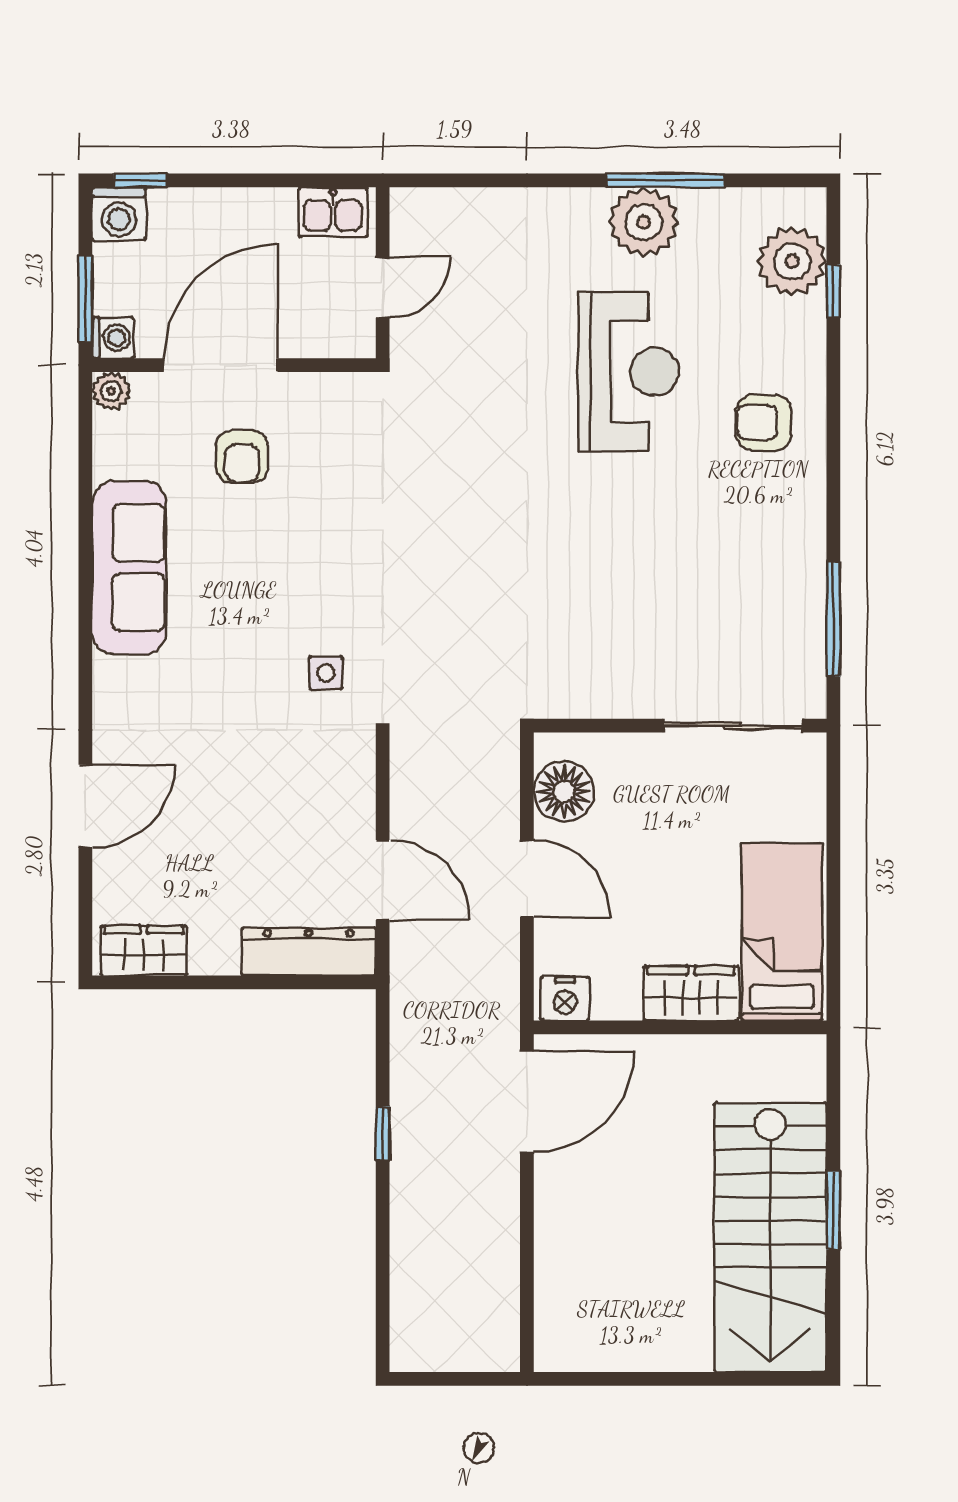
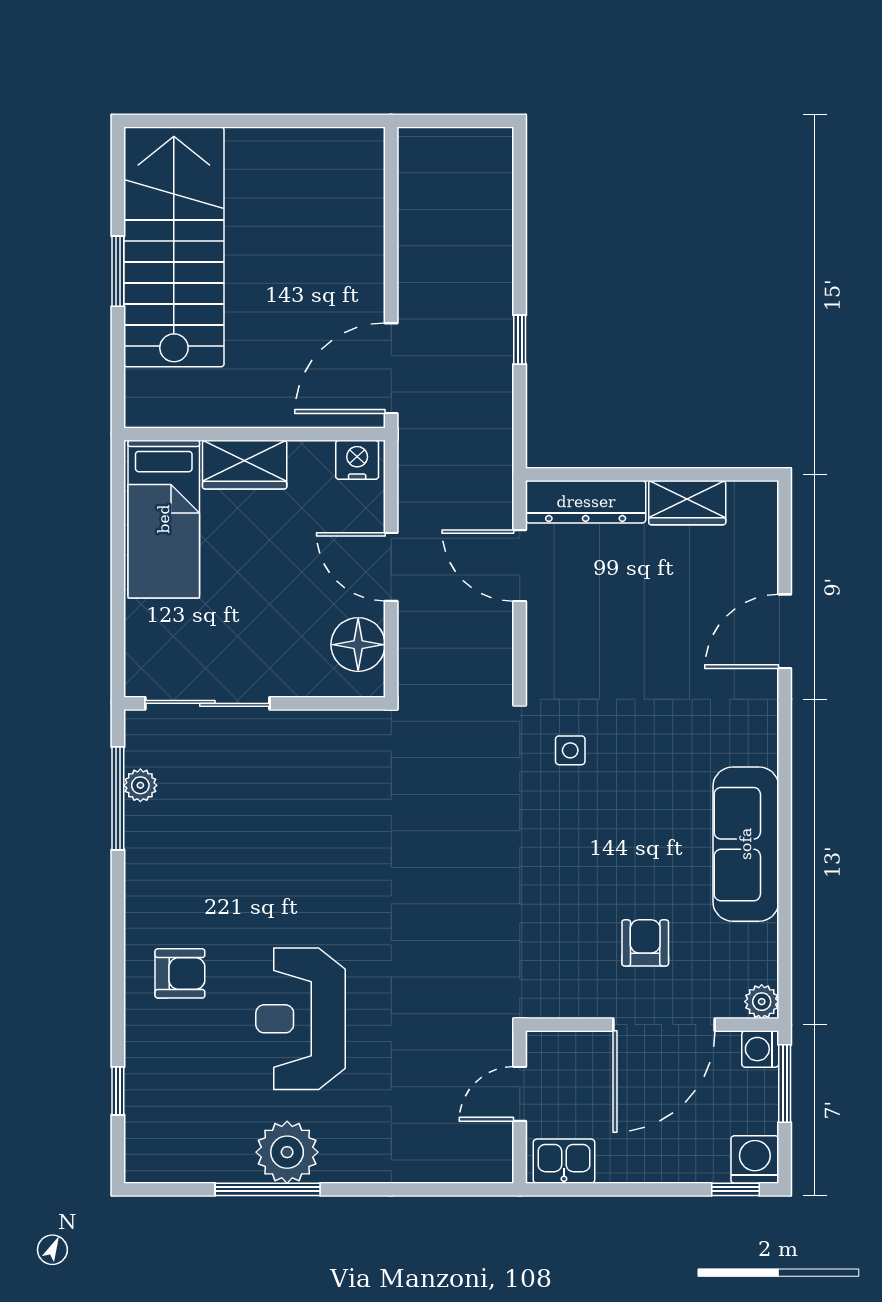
plant: (792, 261) -> (140, 785), moved, width x0.53, depth x0.53
wardrobe: (144, 951) -> (687, 503), moved

